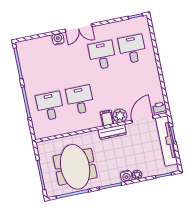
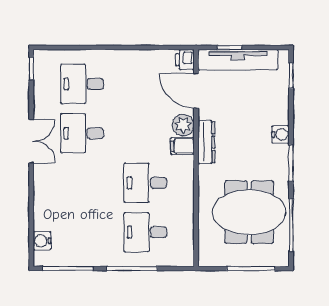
double door: (78, 28) -> (31, 141), moved
water cooler: (58, 39) -> (42, 241), moved
plant: (137, 175) -> (282, 117), removed

